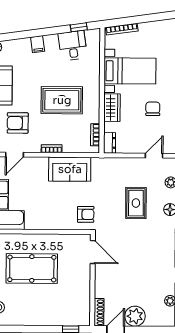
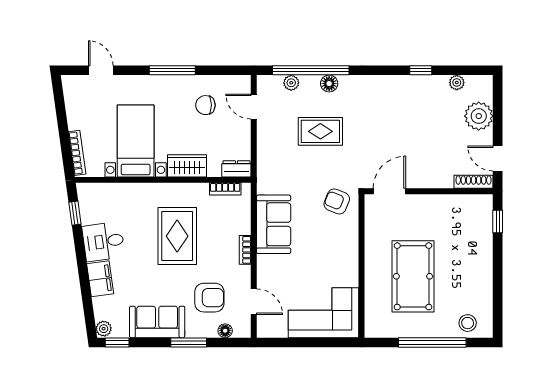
filing cabinet: (38, 44) -> (100, 279), width x2.00
desk: (73, 46) -> (103, 242), moved
chair: (153, 109) -> (205, 105), moved
armchair: (18, 123) -> (209, 298), turned -90
armchair: (86, 214) -> (337, 201), turned -68
plant: (135, 316) -> (479, 116), moved

